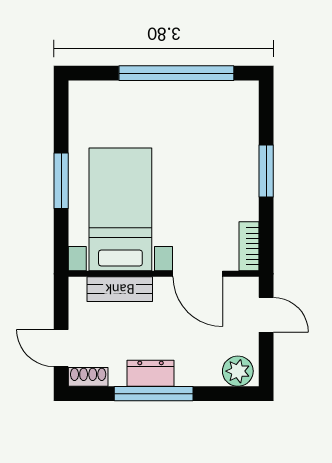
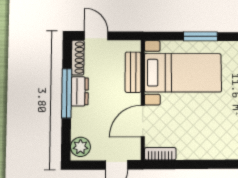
window: (266, 171) -> (208, 164), removed
door: (61, 348) -> (96, 36), hinge flipped
shoe rack: (88, 377) -> (78, 58), width x1.43

